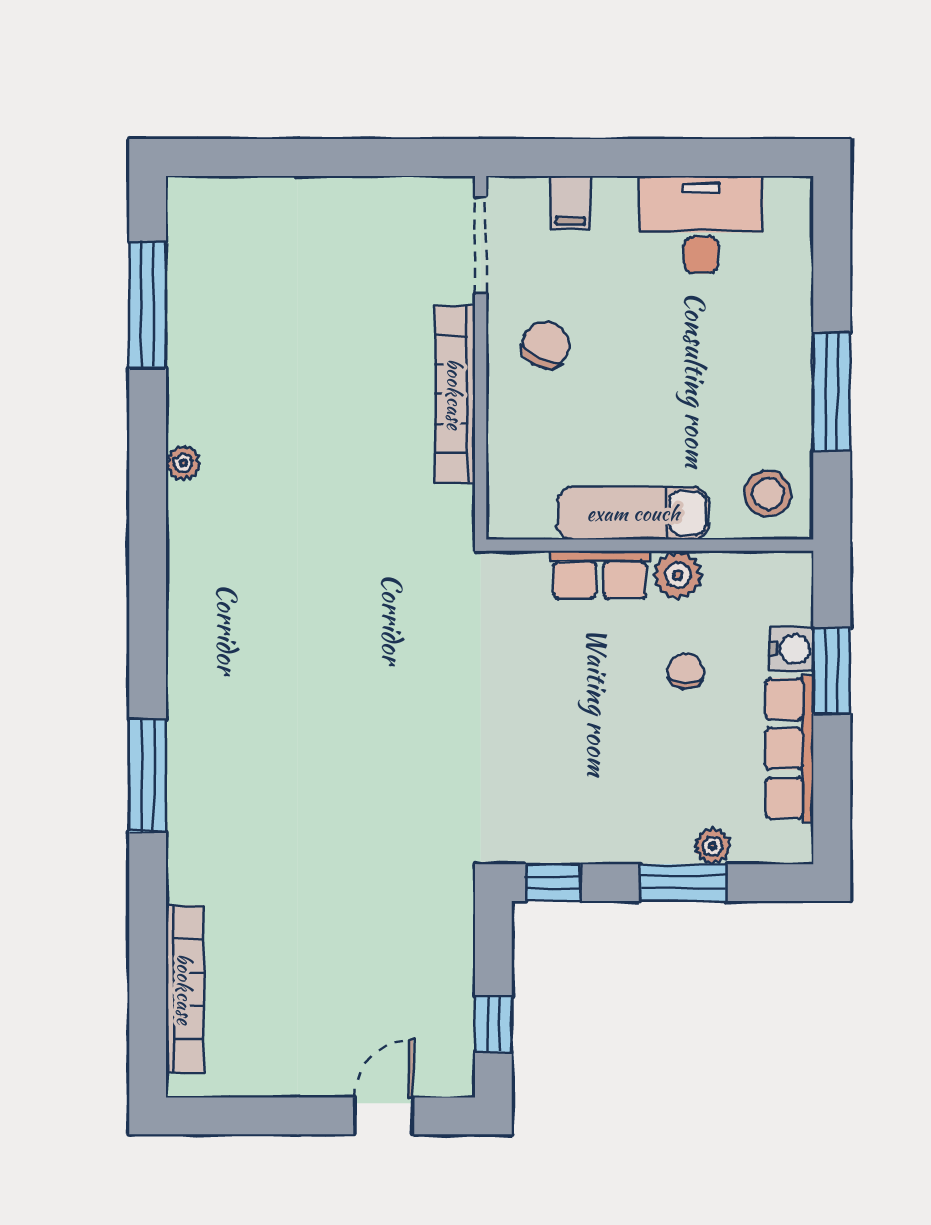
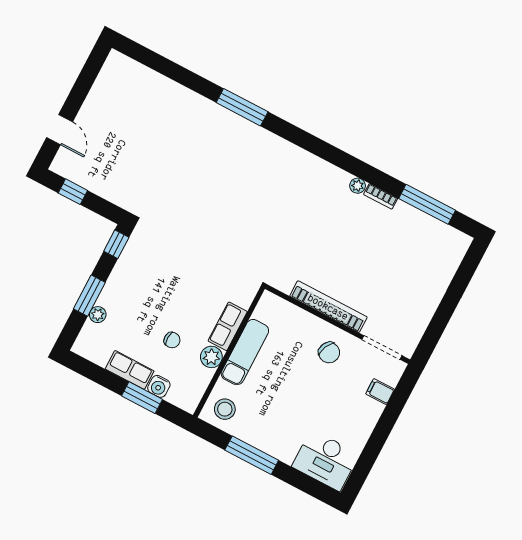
desk: (701, 225) -> (325, 460), moved, turned 90
row of seats: (789, 749) -> (130, 370), width x0.68
bookcase: (185, 989) -> (381, 196), moved, width x0.43, depth x0.76

